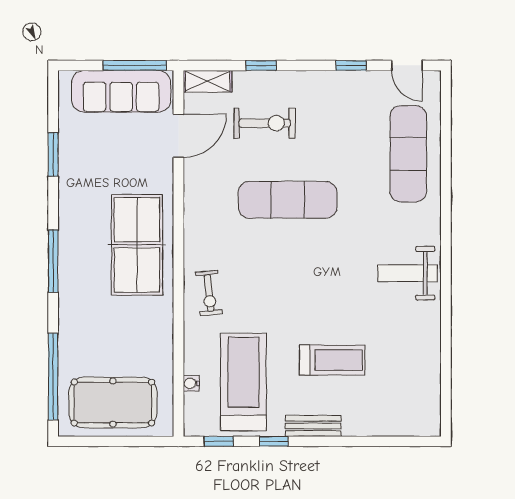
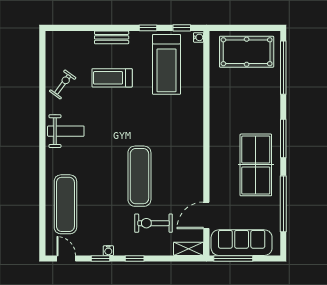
window: (261, 65) -> (135, 259), moved
water cooler: (338, 78) -> (108, 251), added
window: (53, 155) -> (283, 204), width x2.11
exercise mat: (288, 200) -> (139, 176), turned 90
table tennis table: (137, 245) -> (256, 165), moved
exercise bike: (209, 293) -> (63, 84), moved, turned 42
water cooler: (191, 383) -> (199, 37), moved
bench: (313, 426) -> (112, 37), moved

